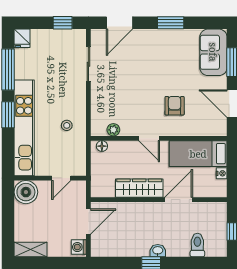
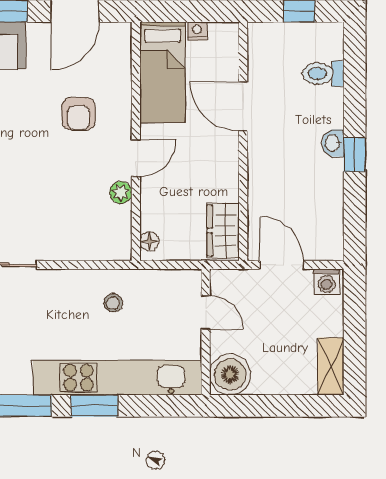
armchair: (175, 106) -> (79, 114), turned -90
plant: (113, 130) -> (121, 193), moved
wardrobe: (139, 188) -> (223, 231), moved, width x0.67

